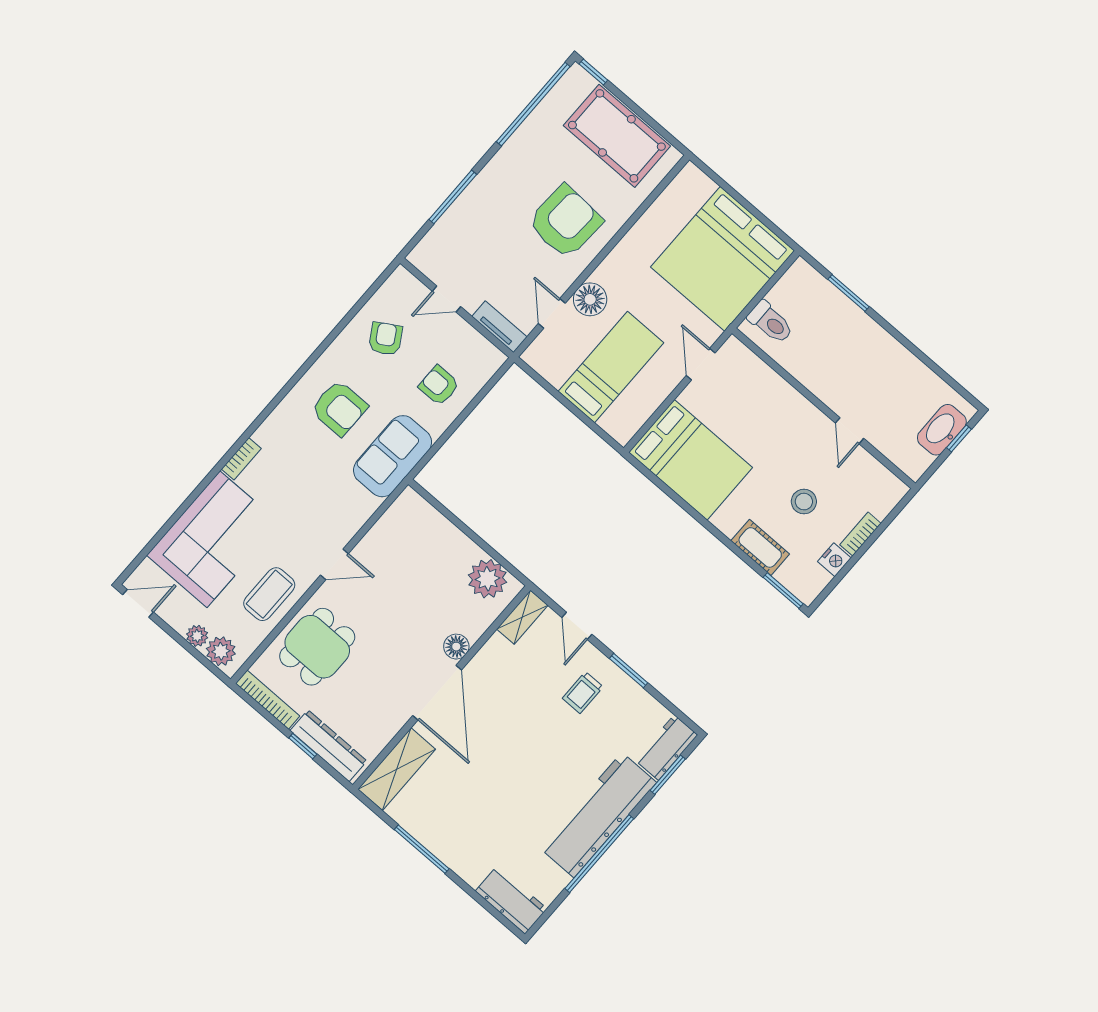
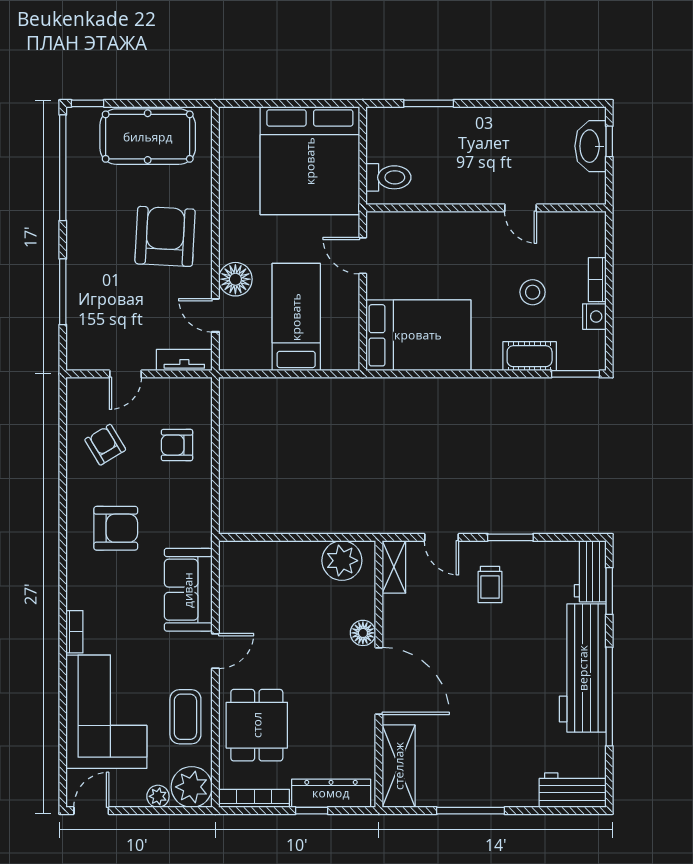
sofa: (393, 456) -> (188, 590), moved
plant: (221, 651) -> (192, 787), width x1.36, depth x1.36

